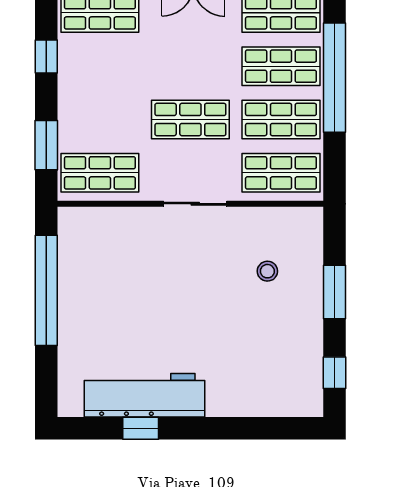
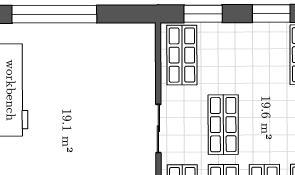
window: (46, 57) -> (271, 13), width x1.50
window: (46, 290) -> (54, 14), moved

